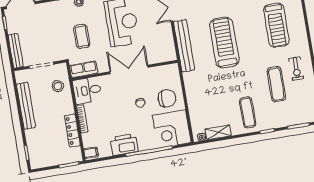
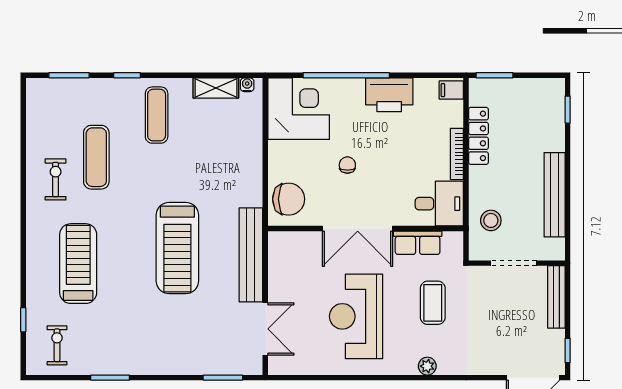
row of seats: (84, 69) -> (418, 243), moved
chair: (167, 98) -> (289, 199), moved, turned 180

